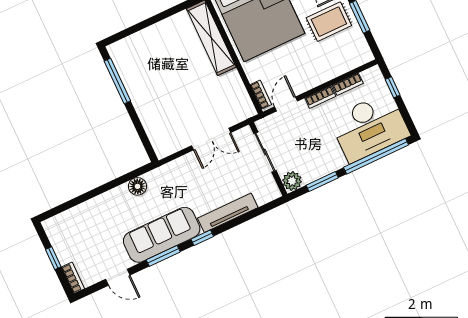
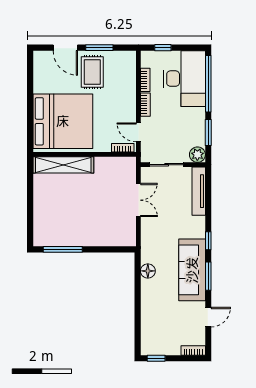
tv unit: (228, 213) -> (199, 191), moved
window: (53, 258) -> (156, 358), moved

